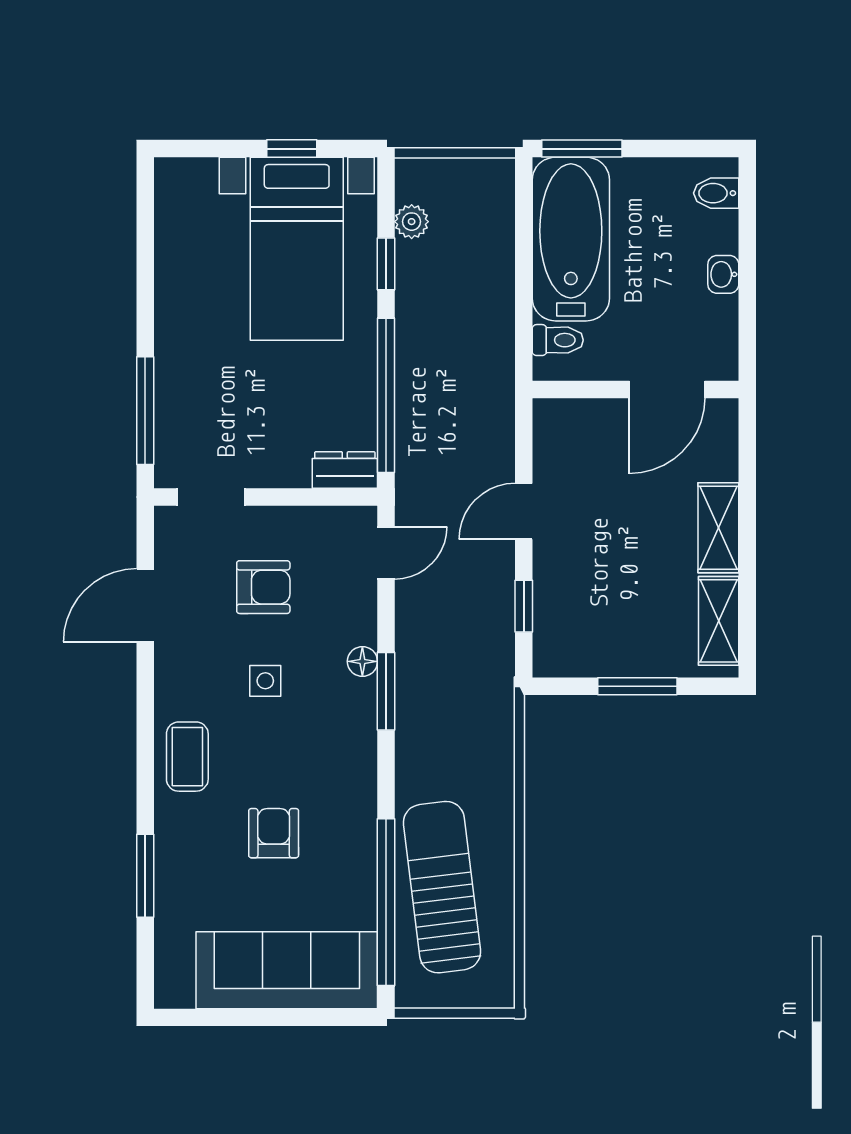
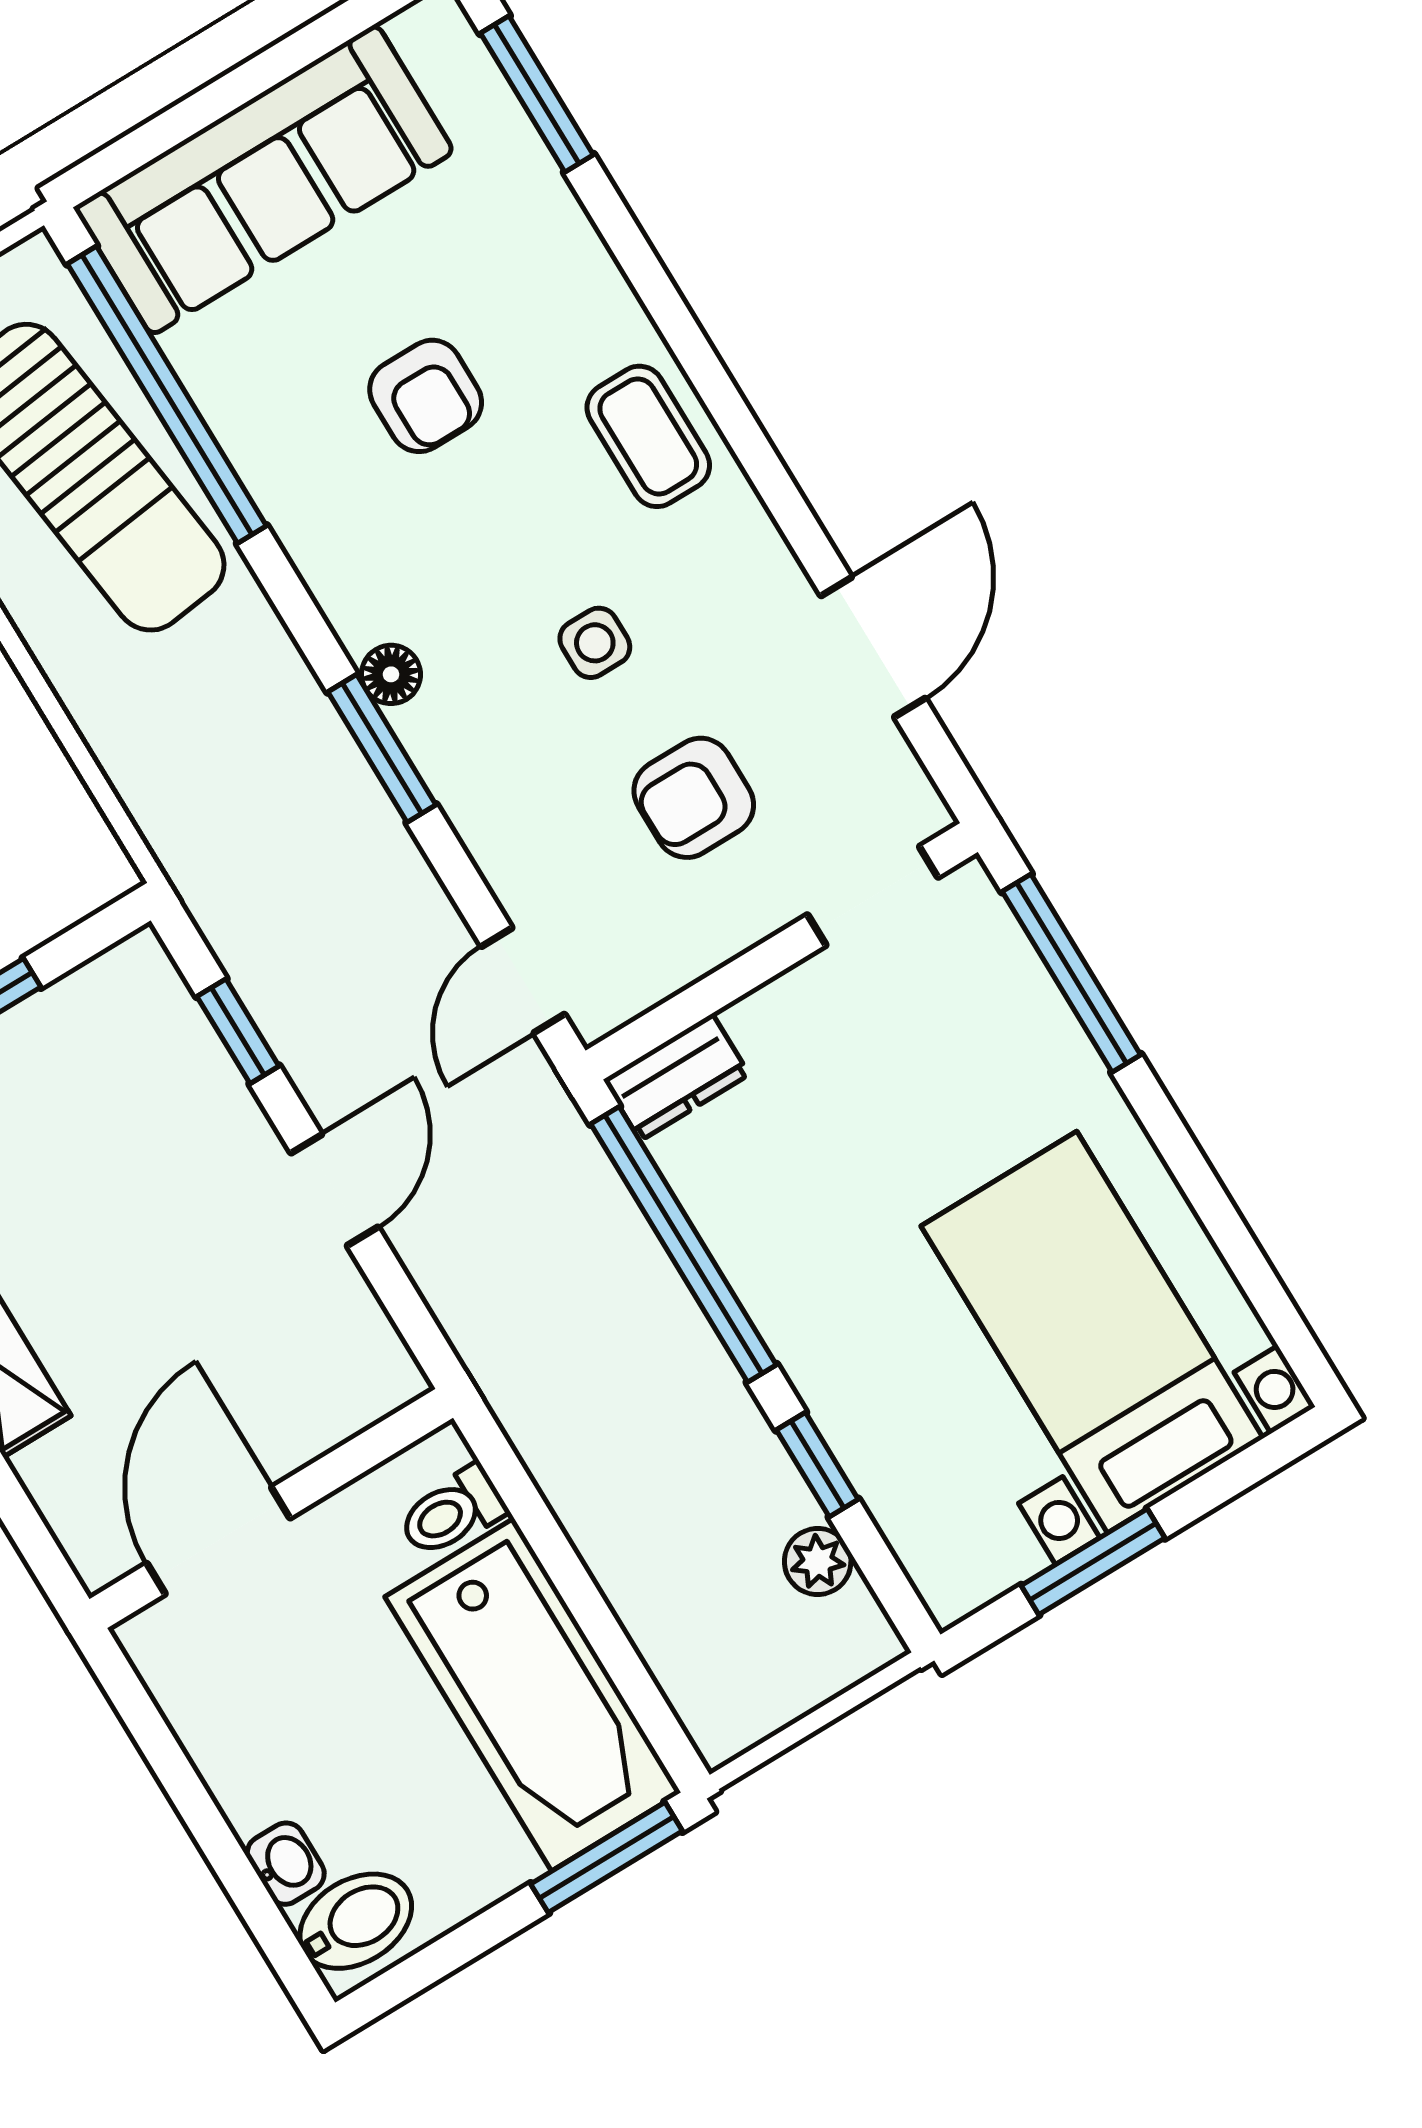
window: (292, 149) -> (1093, 1562), width x1.50
bidet: (716, 193) -> (356, 1921), width x1.38, depth x1.36
bed with nightstands: (297, 249) -> (1092, 1332), moved
washbasin: (723, 274) -> (286, 1864), moved
floor lamp: (362, 661) -> (391, 674), moved
window: (145, 876) -> (537, 94), moved

